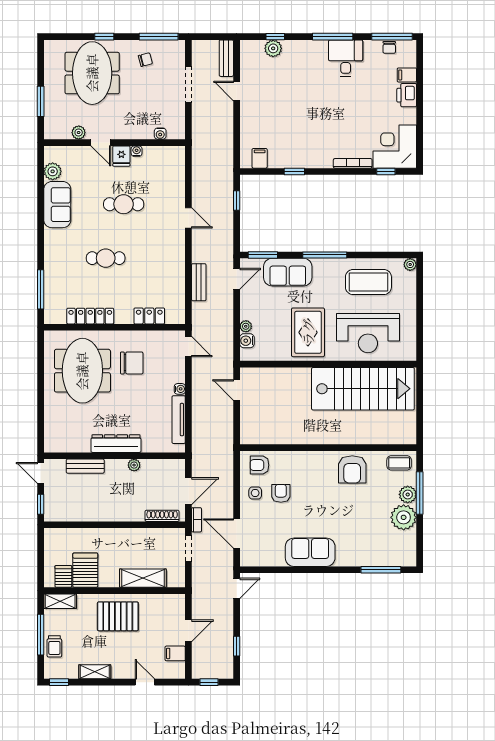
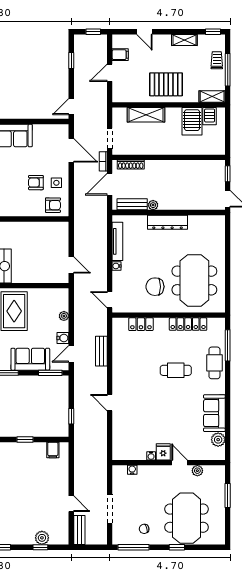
cafe table: (124, 204) -> (214, 363), moved, turned 90
water cooler: (247, 341) -> (63, 338), moved
bench: (85, 466) -> (132, 204), moved
armchair: (281, 493) -> (36, 183), turned 90

